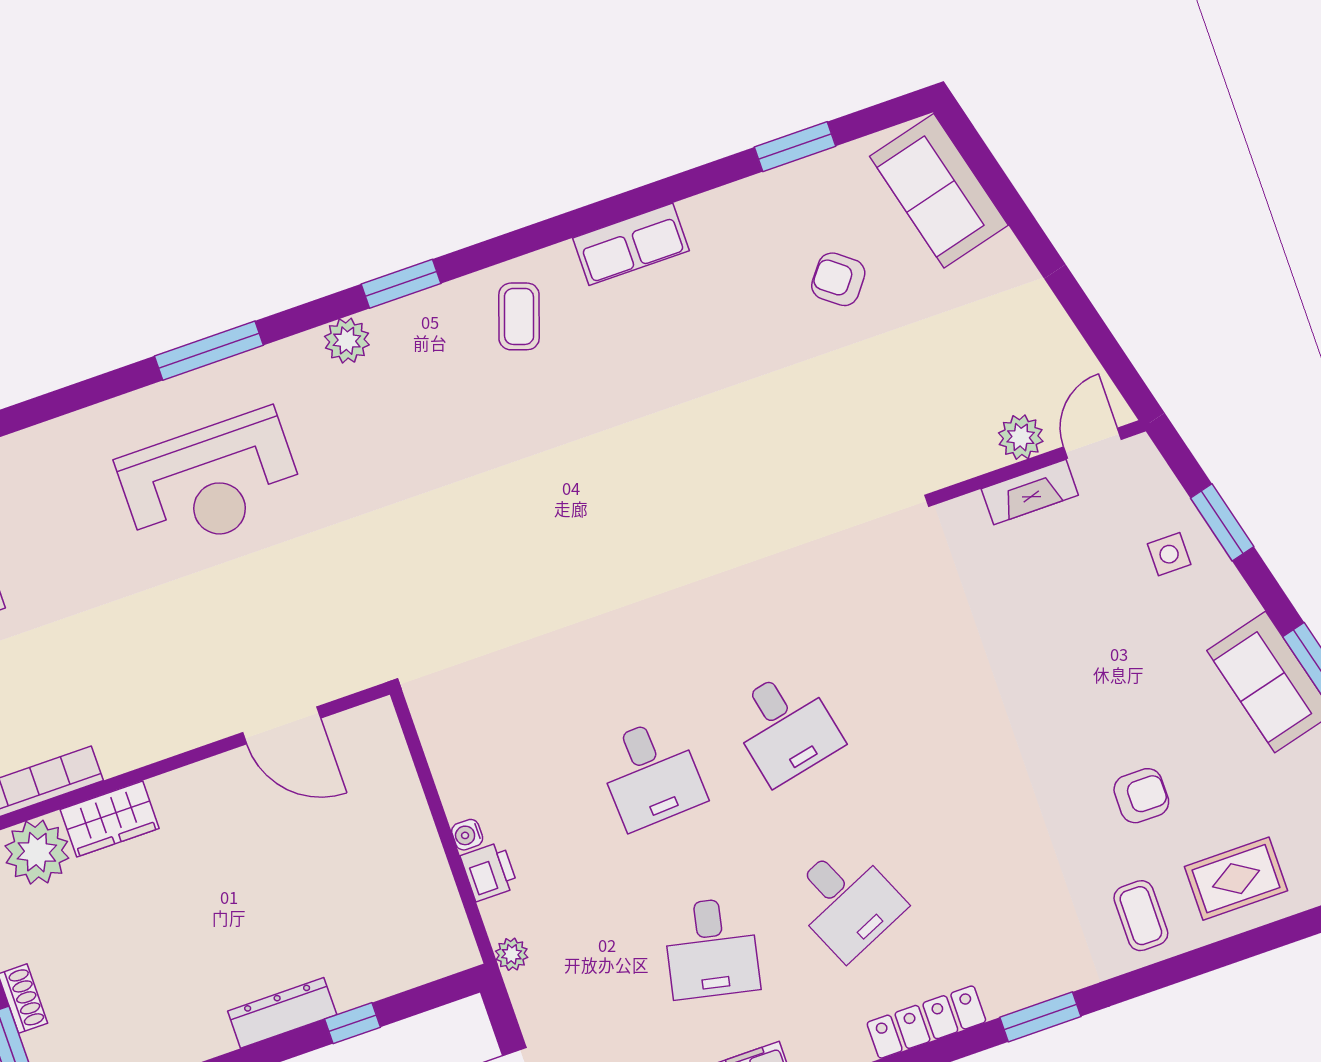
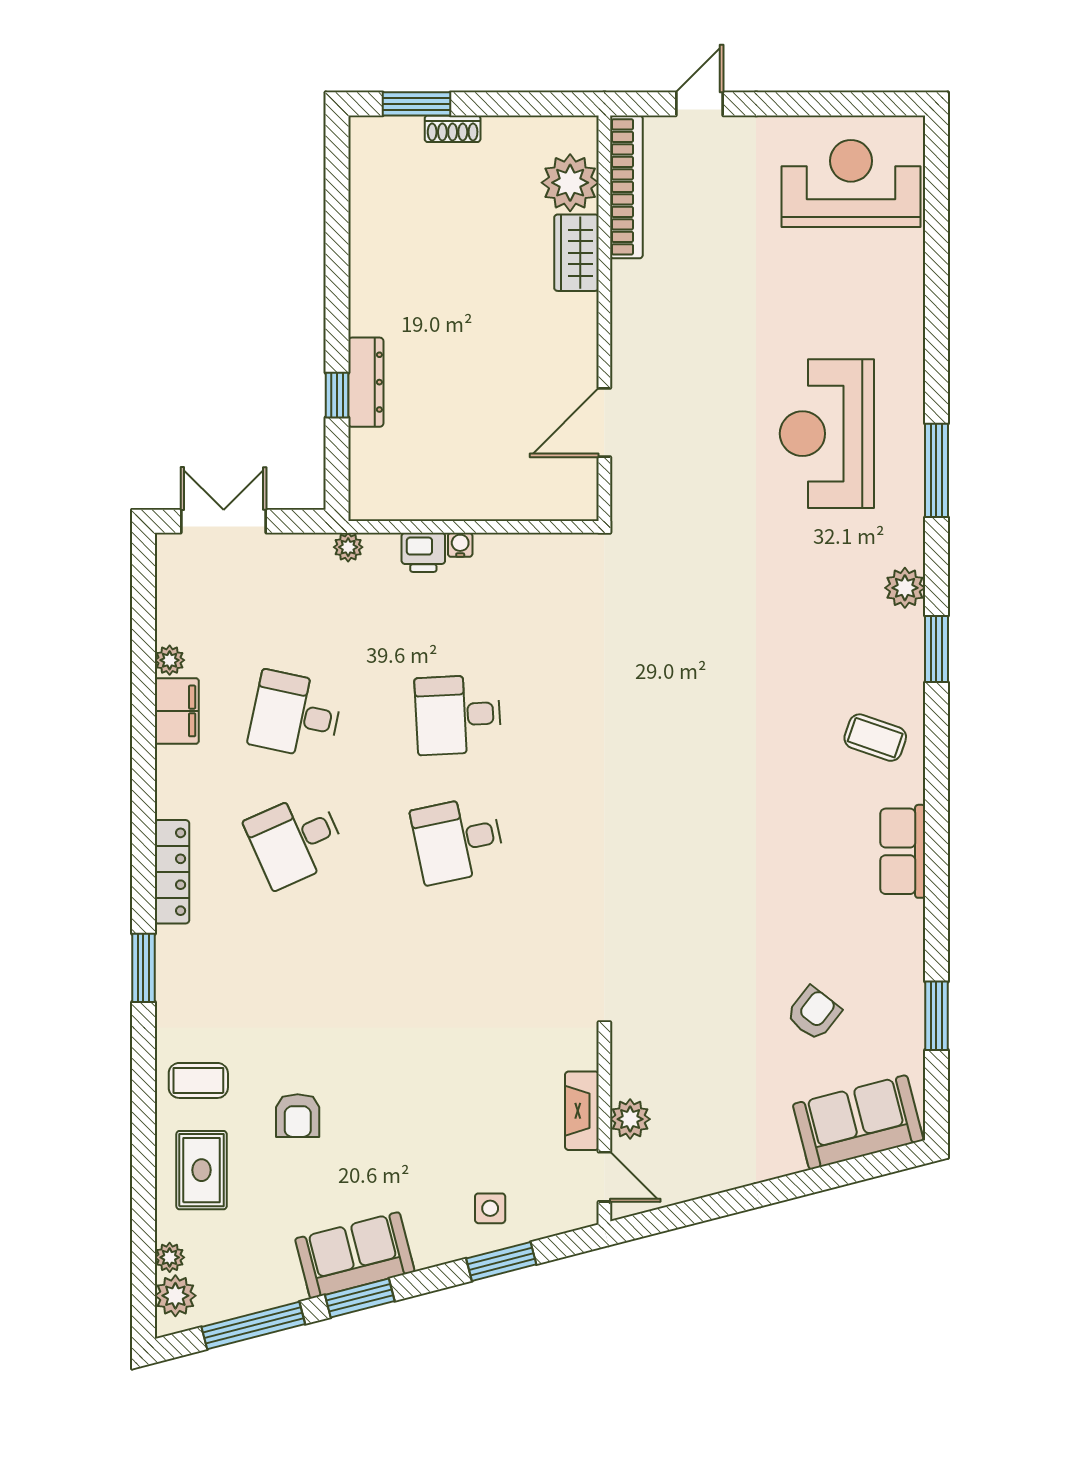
dresser: (282, 1013) -> (366, 382), moved

